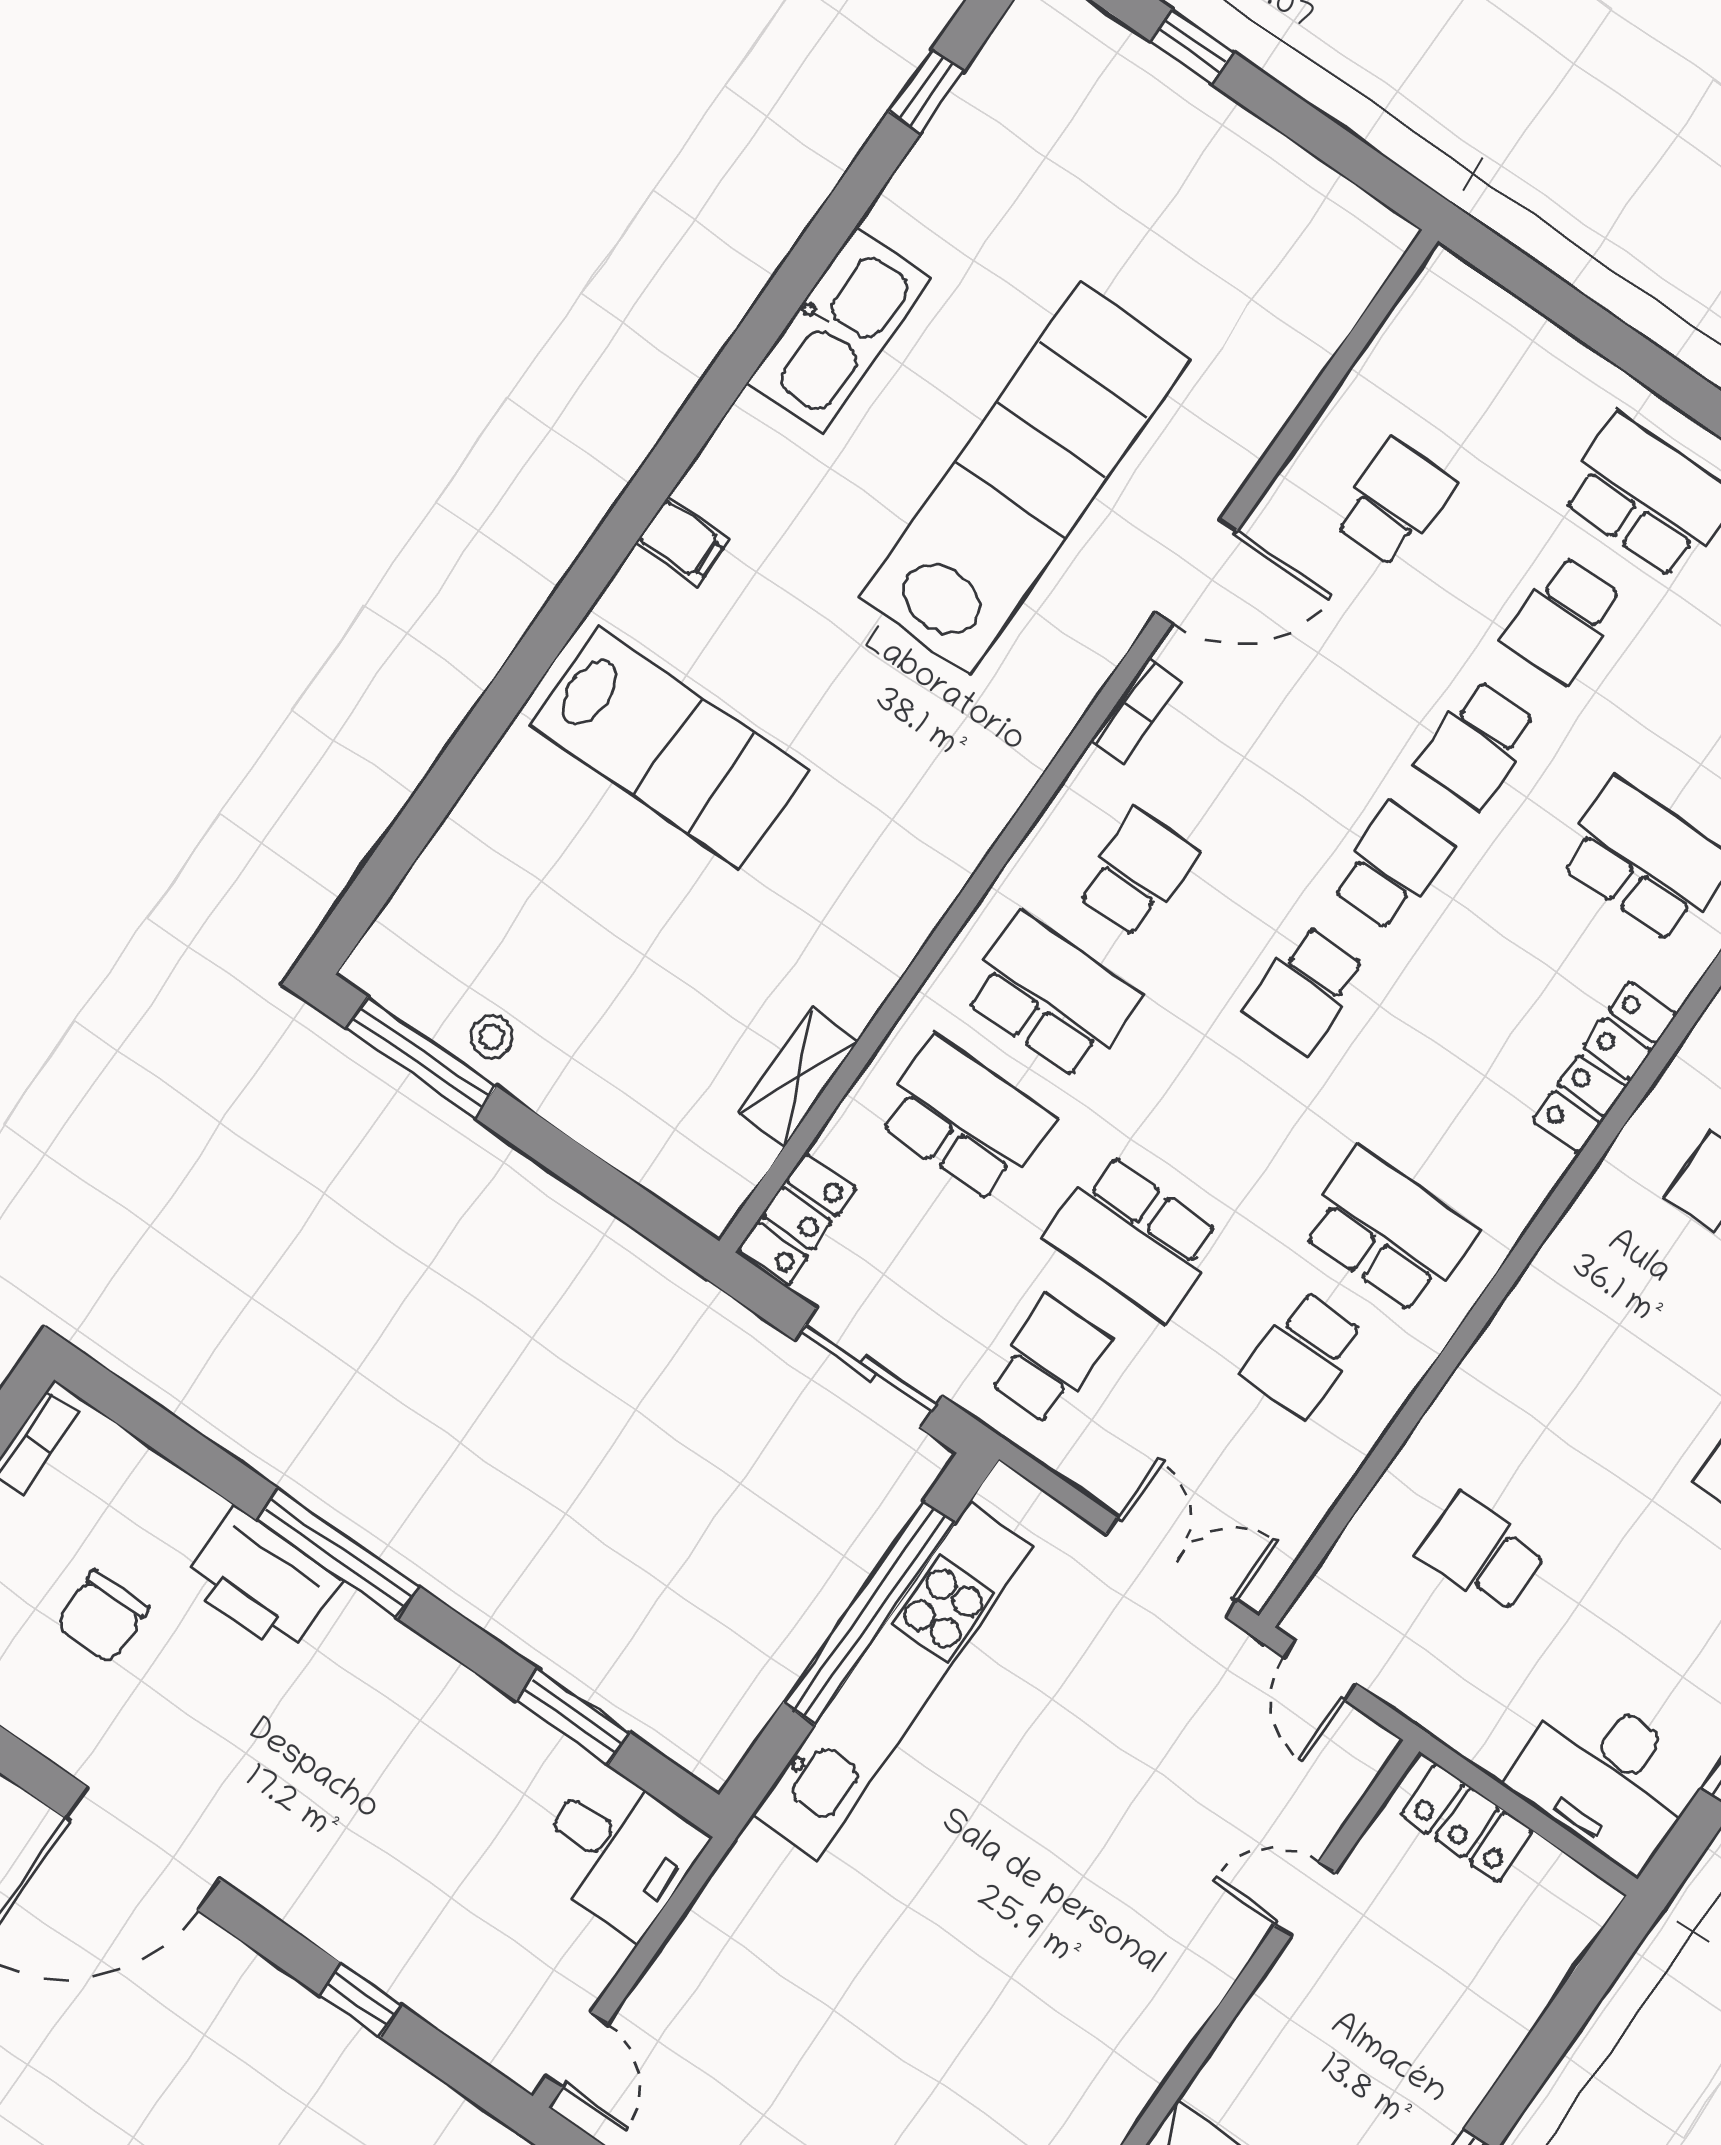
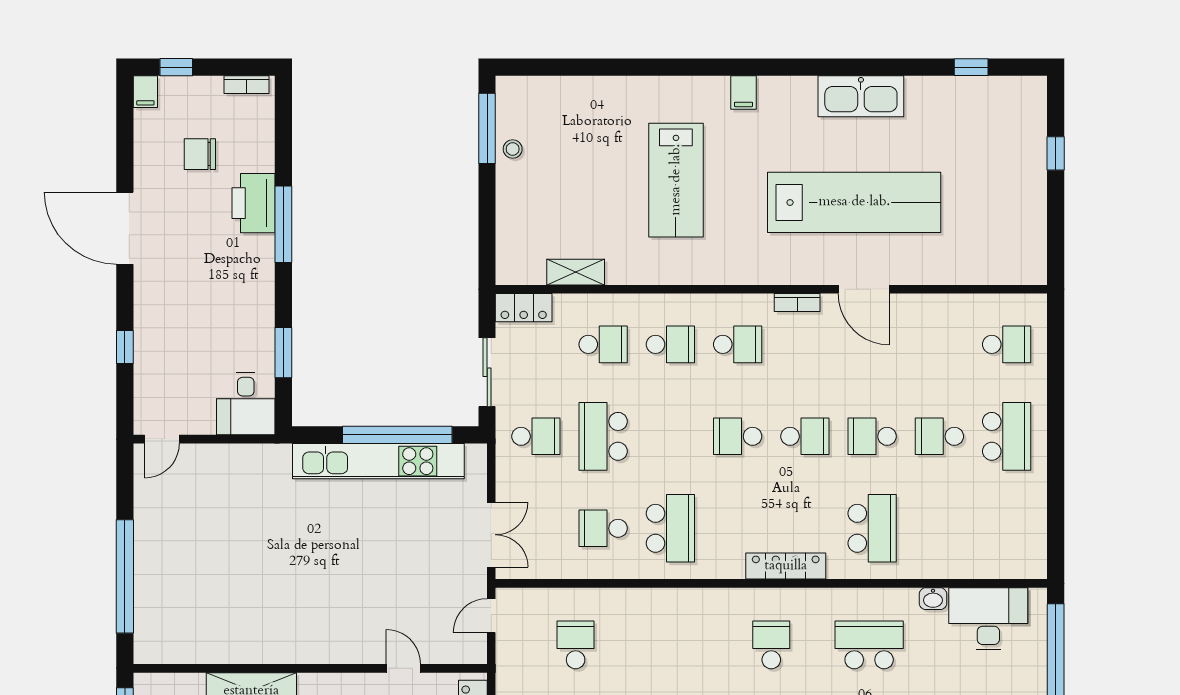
school desk: (1394, 503) -> (1007, 344), moved
lab bench: (669, 747) -> (676, 180), moved
school desk: (1051, 996) -> (670, 344), width x0.54
school desk: (965, 1120) -> (603, 344), width x0.54

